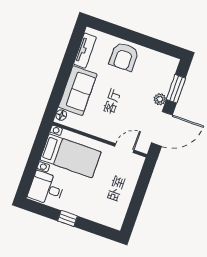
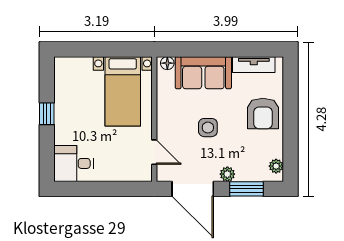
armchair: (124, 57) -> (263, 114), turned -90
plant: (167, 61) -> (276, 166), added
side table: (120, 102) -> (208, 128), added
desk: (46, 188) -> (74, 163), moved, turned -90

